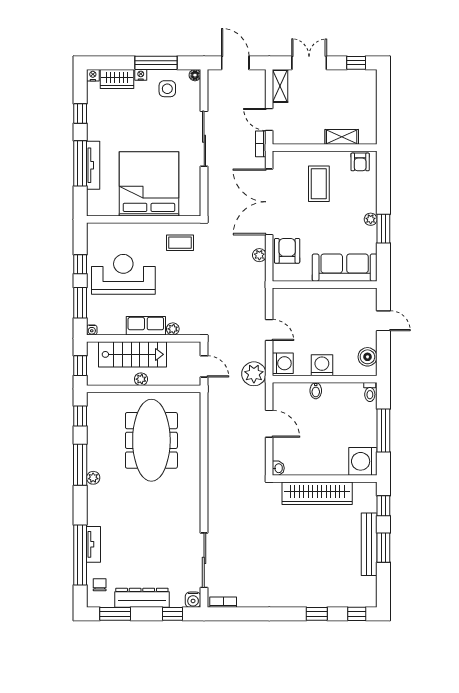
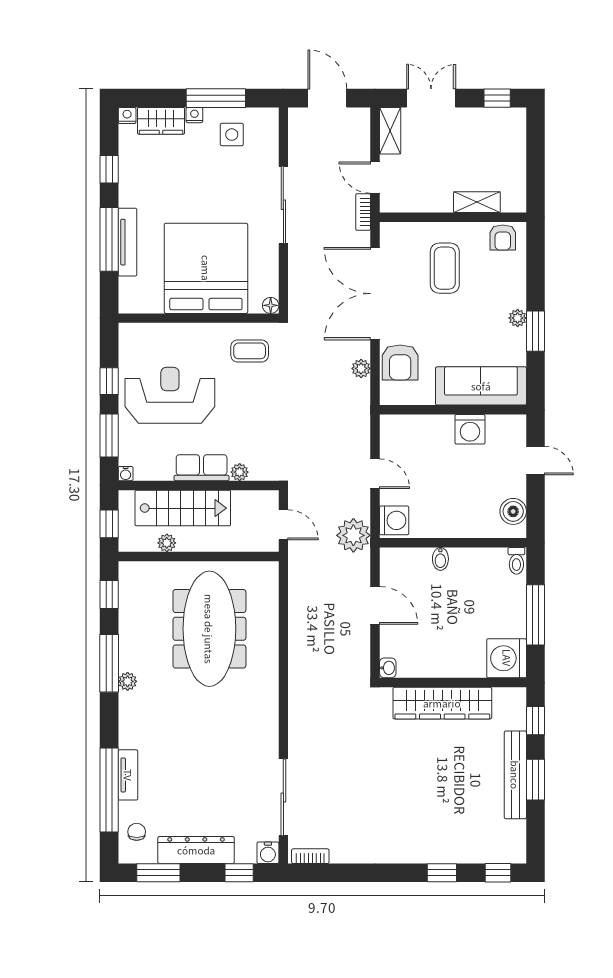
floor lamp: (195, 75) -> (271, 305), moved
armchair: (287, 251) -> (400, 362), turned 180
washing machine: (322, 365) -> (470, 429), moved, turned 180
plant: (141, 379) -> (167, 543), moved

